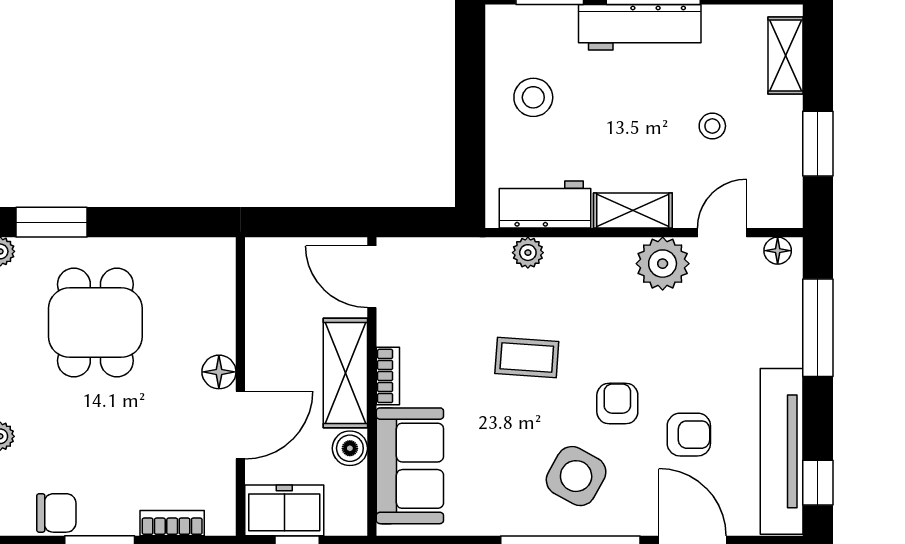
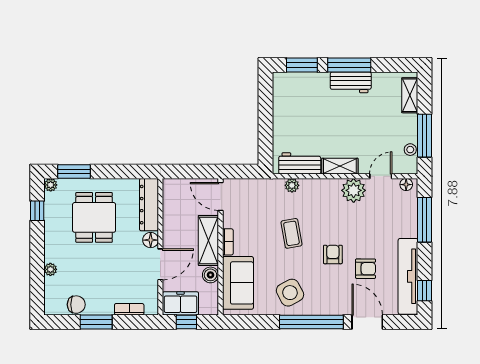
workbench: (640, 27) -> (351, 82), width x0.73
stool: (533, 97) -> (294, 114), removed
stool: (712, 126) -> (410, 150), moved
window: (818, 144) -> (425, 136), width x1.44
dresser: (215, 295) -> (149, 205), added
coffee table: (527, 357) -> (291, 233), turned 76
side table: (576, 476) -> (290, 293), moved, turned 33

